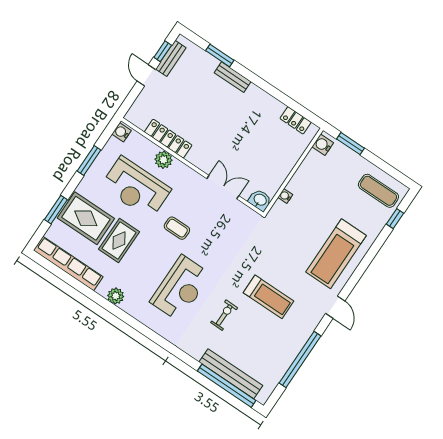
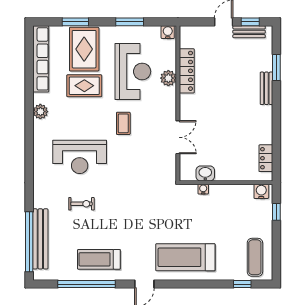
window: (351, 144) -> (276, 212), width x0.67
reception desk: (136, 188) -> (133, 71), turned 180
washbasin: (260, 200) -> (205, 173), moved, turned -90
treadmill: (269, 297) -> (99, 259), moved, turned 90

